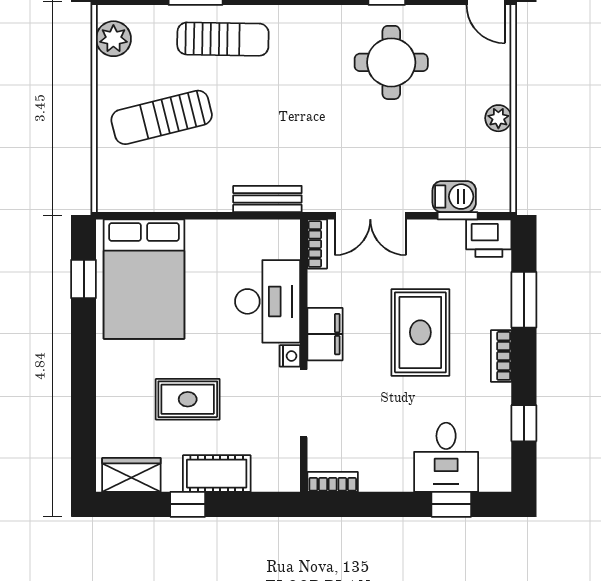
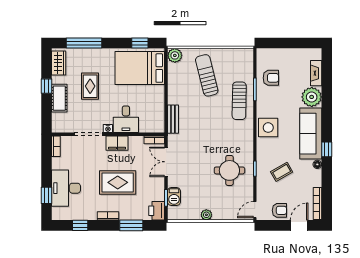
plant: (113, 39) -> (175, 55), moved
desk: (268, 301) -> (126, 119), width x0.73
window: (84, 414) -> (84, 43), added
desk: (446, 457) -> (66, 188), width x1.37

